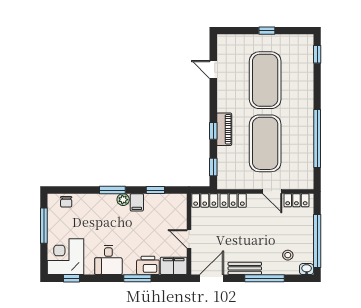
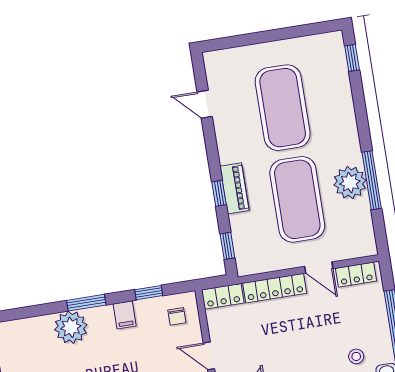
window: (267, 31) -> (274, 35), removed
plant: (302, 138) -> (350, 183), added
window: (317, 139) -> (372, 180), width x0.68
plant: (123, 200) -> (71, 327), moved, width x1.88, depth x1.88
locker: (233, 201) -> (275, 288), width x1.53
chair: (66, 202) -> (177, 316), moved

